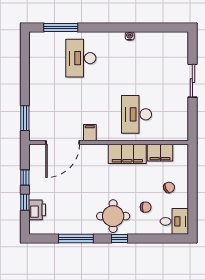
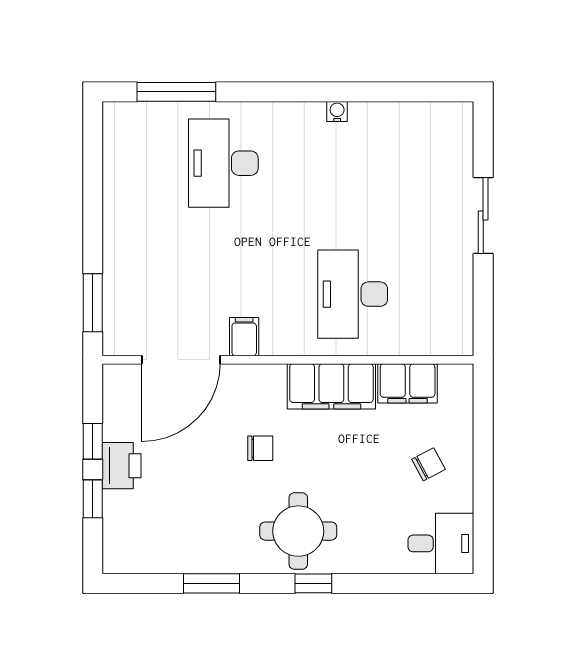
chair: (146, 207) -> (260, 448), moved
printer: (37, 210) -> (121, 466), moved
window: (76, 239) -> (212, 583), width x0.69

